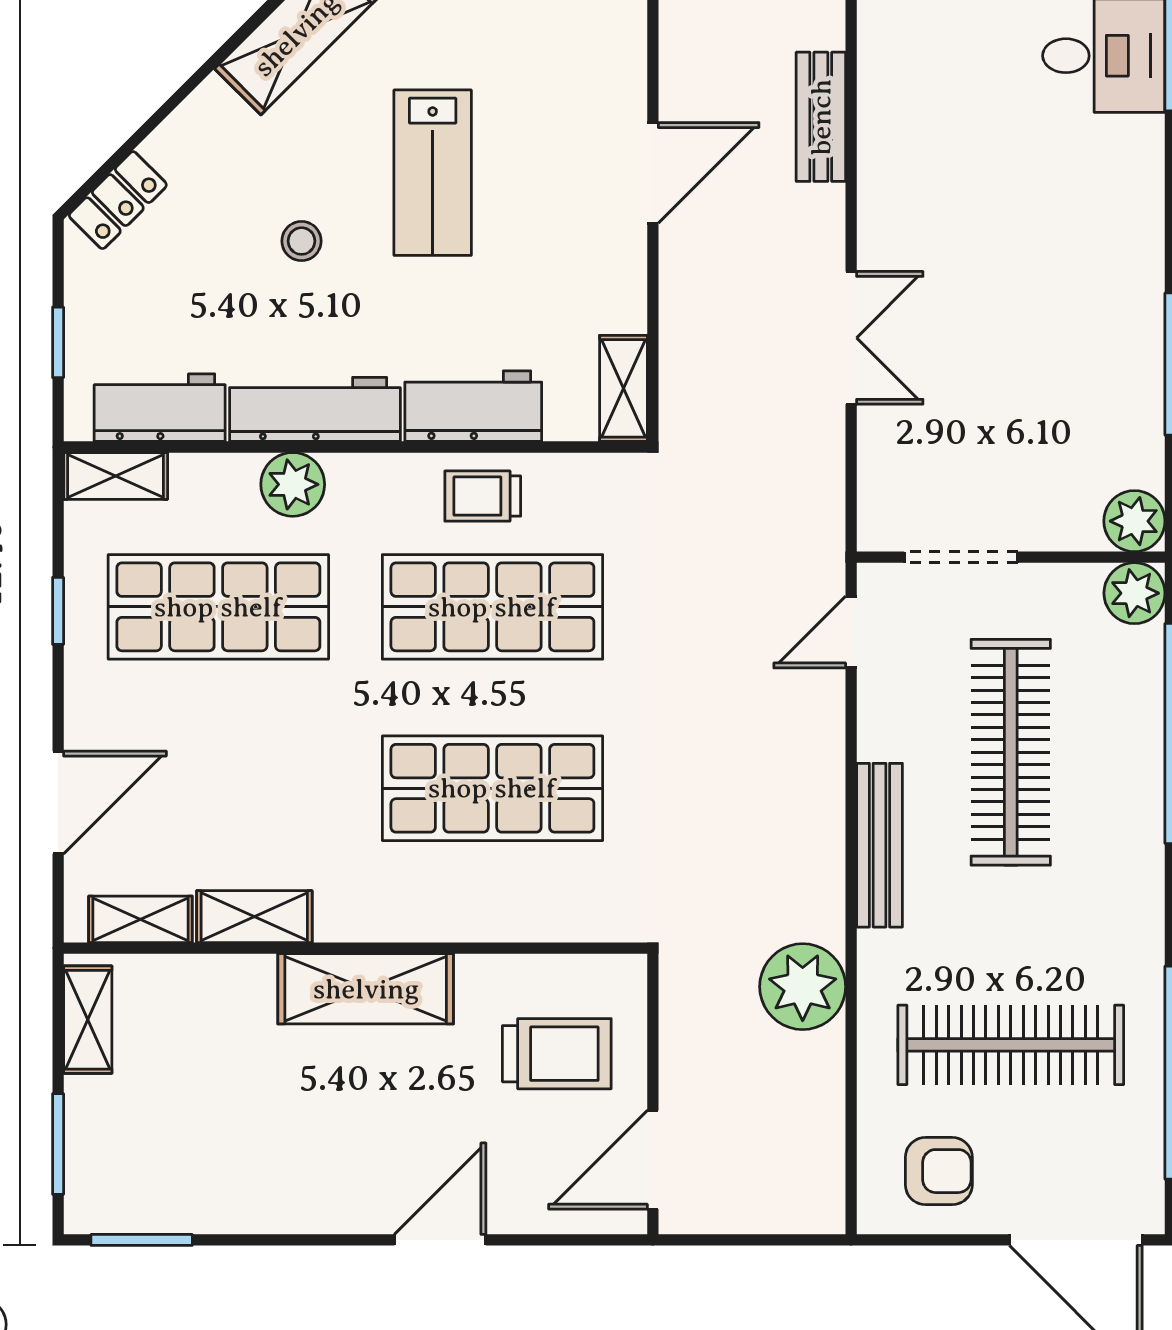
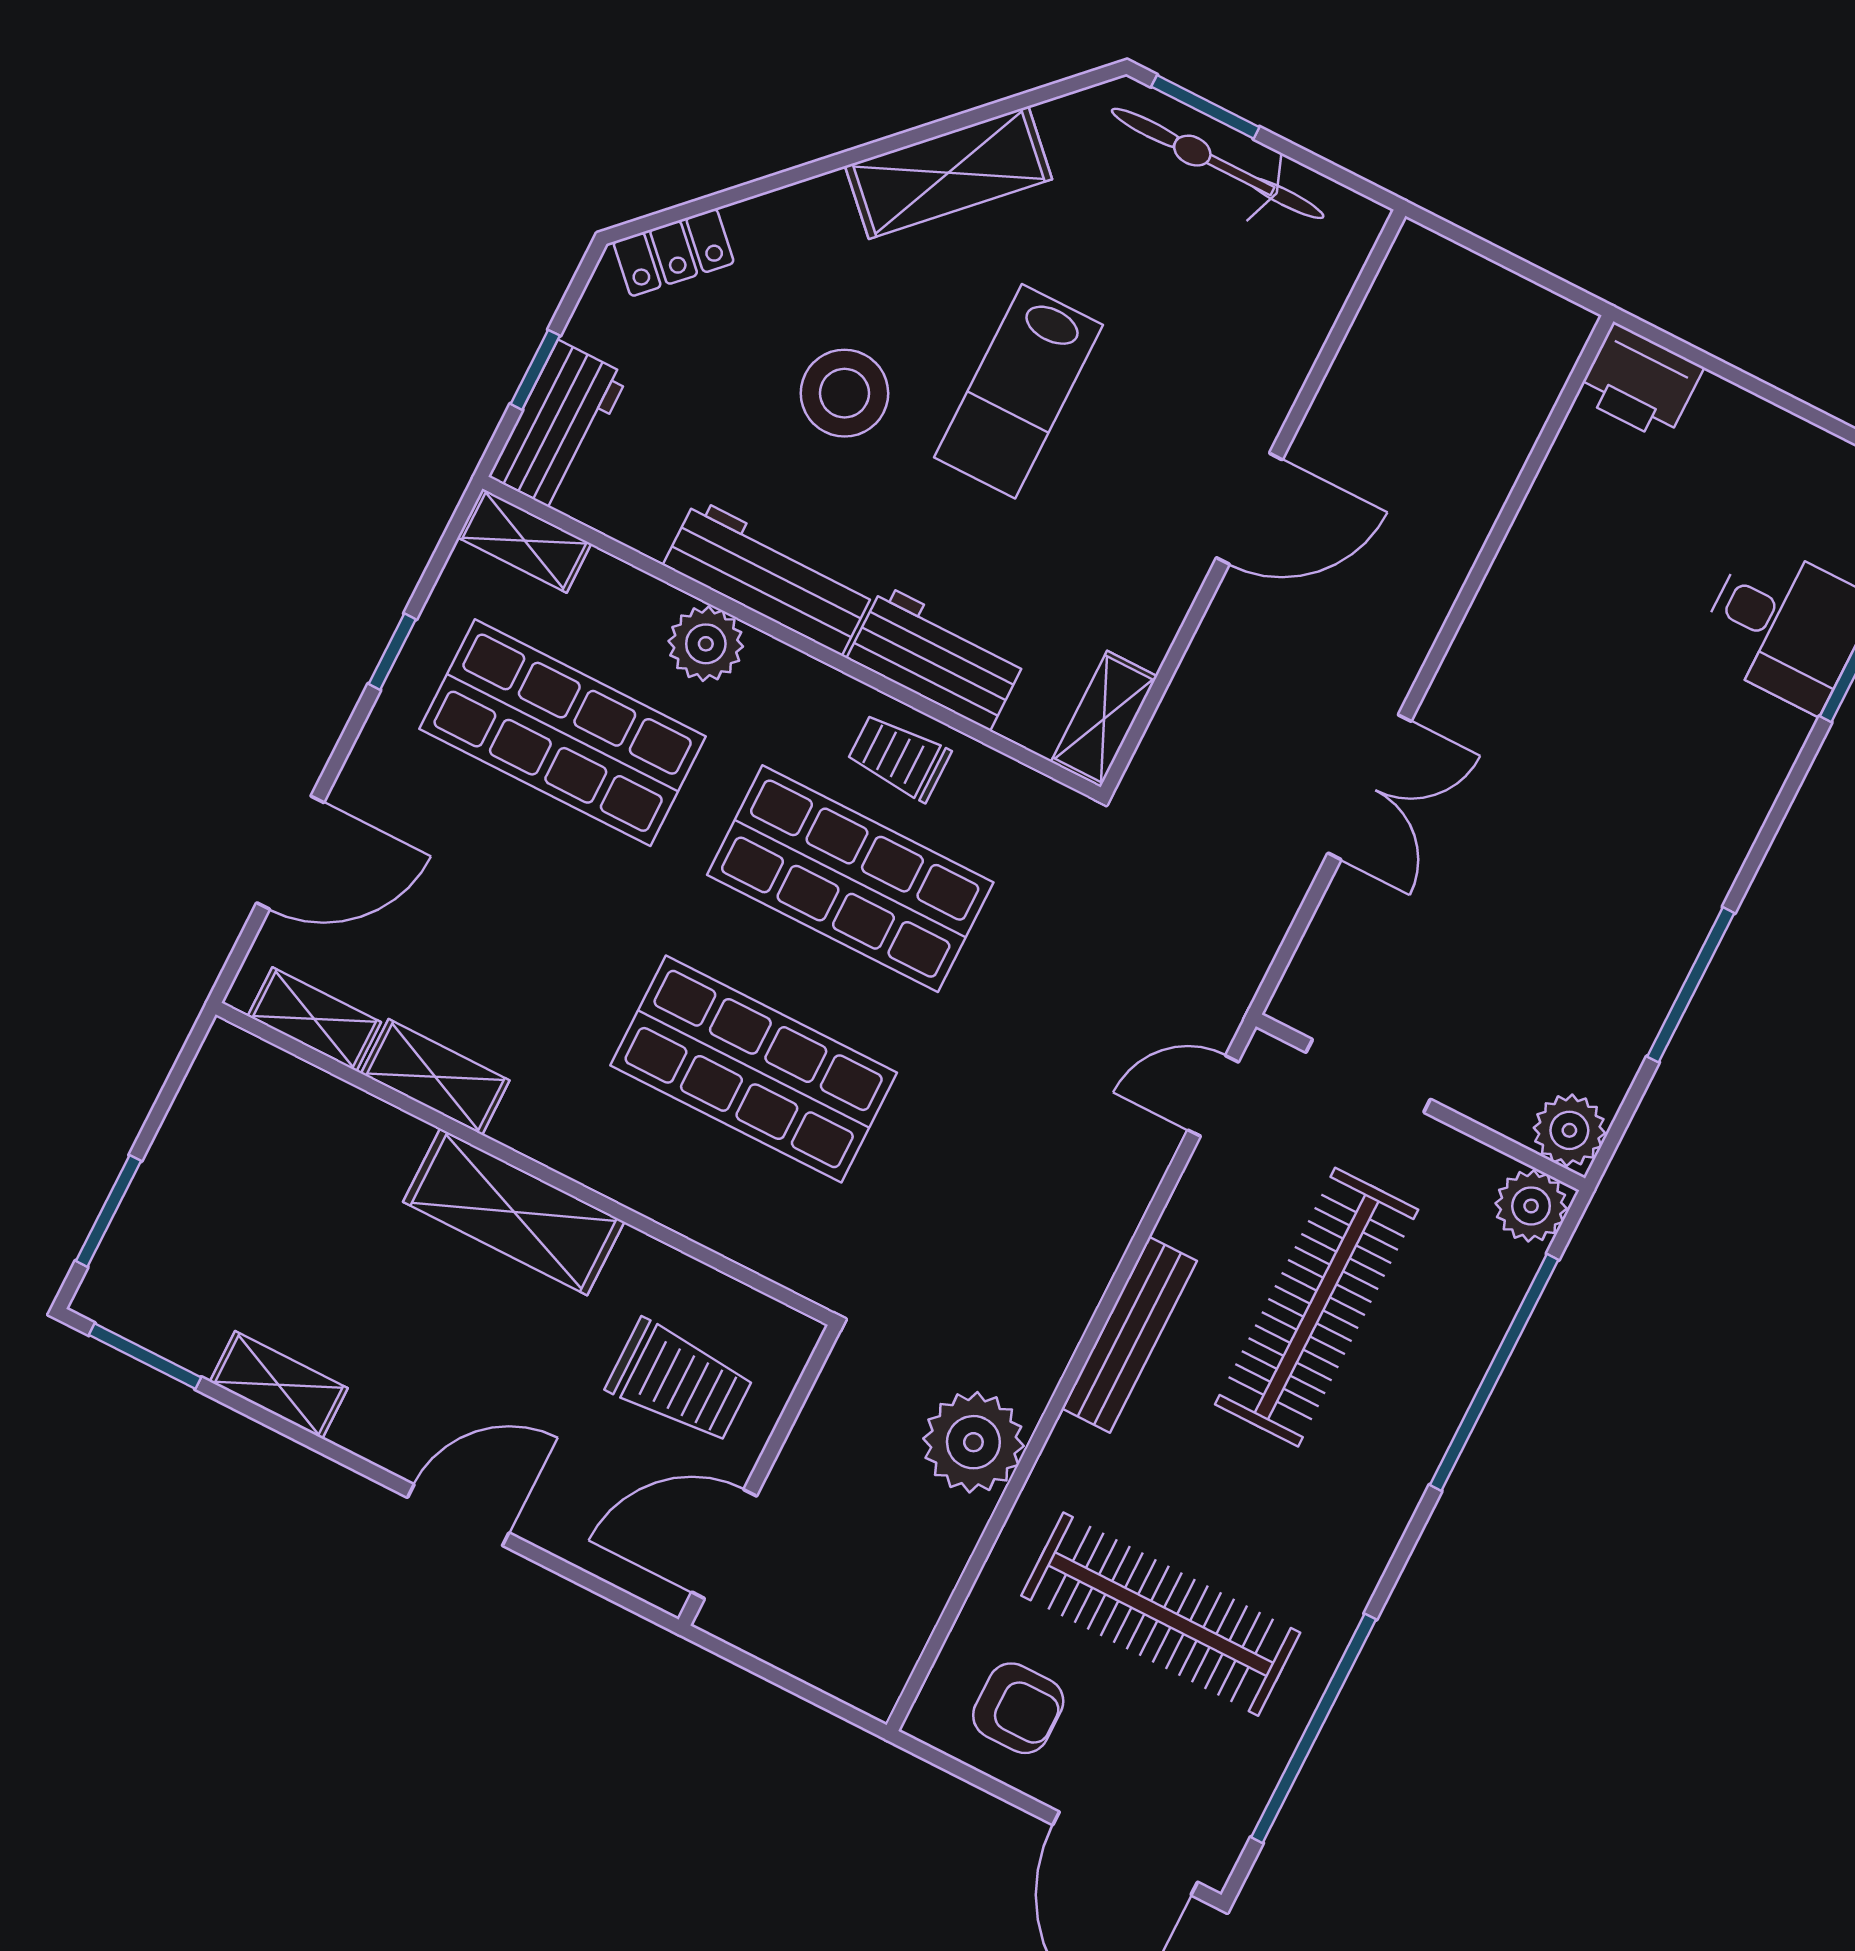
bench: (821, 117) -> (1456, 539), removed
stool: (301, 241) -> (844, 393), width x1.89, depth x1.89
workbench: (160, 408) -> (558, 426), moved, turned 90
shelving: (88, 1020) -> (279, 1385), moved, turned 90

